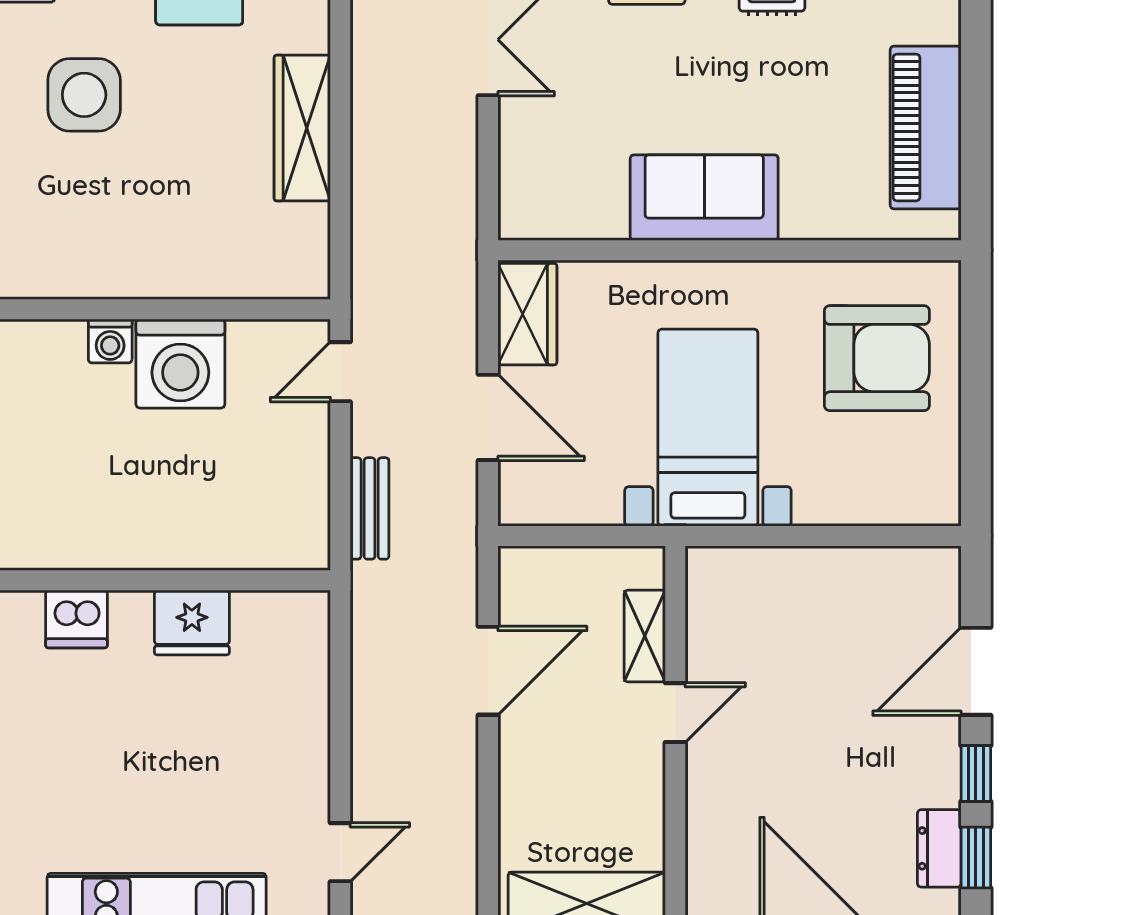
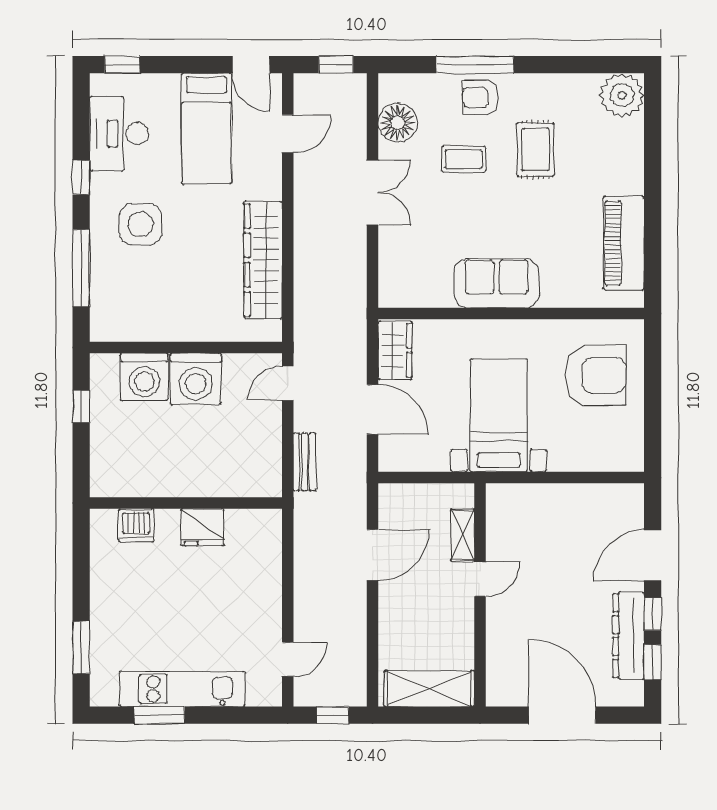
wardrobe: (302, 128) -> (263, 260), width x1.40, depth x1.17
washing machine: (110, 341) -> (144, 377), width x1.89, depth x1.89
dresser: (939, 848) -> (629, 636), width x1.96, depth x1.24

